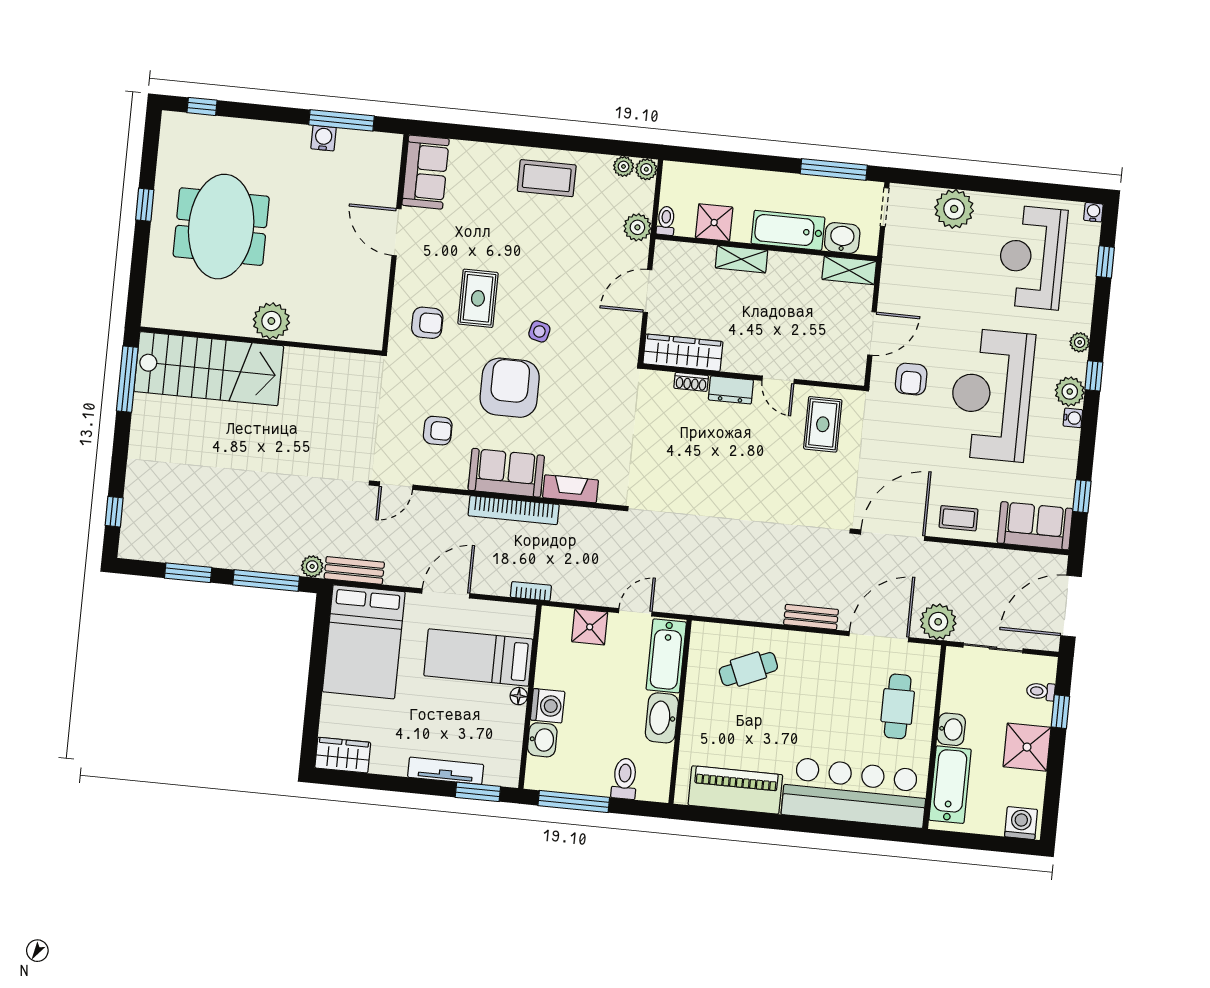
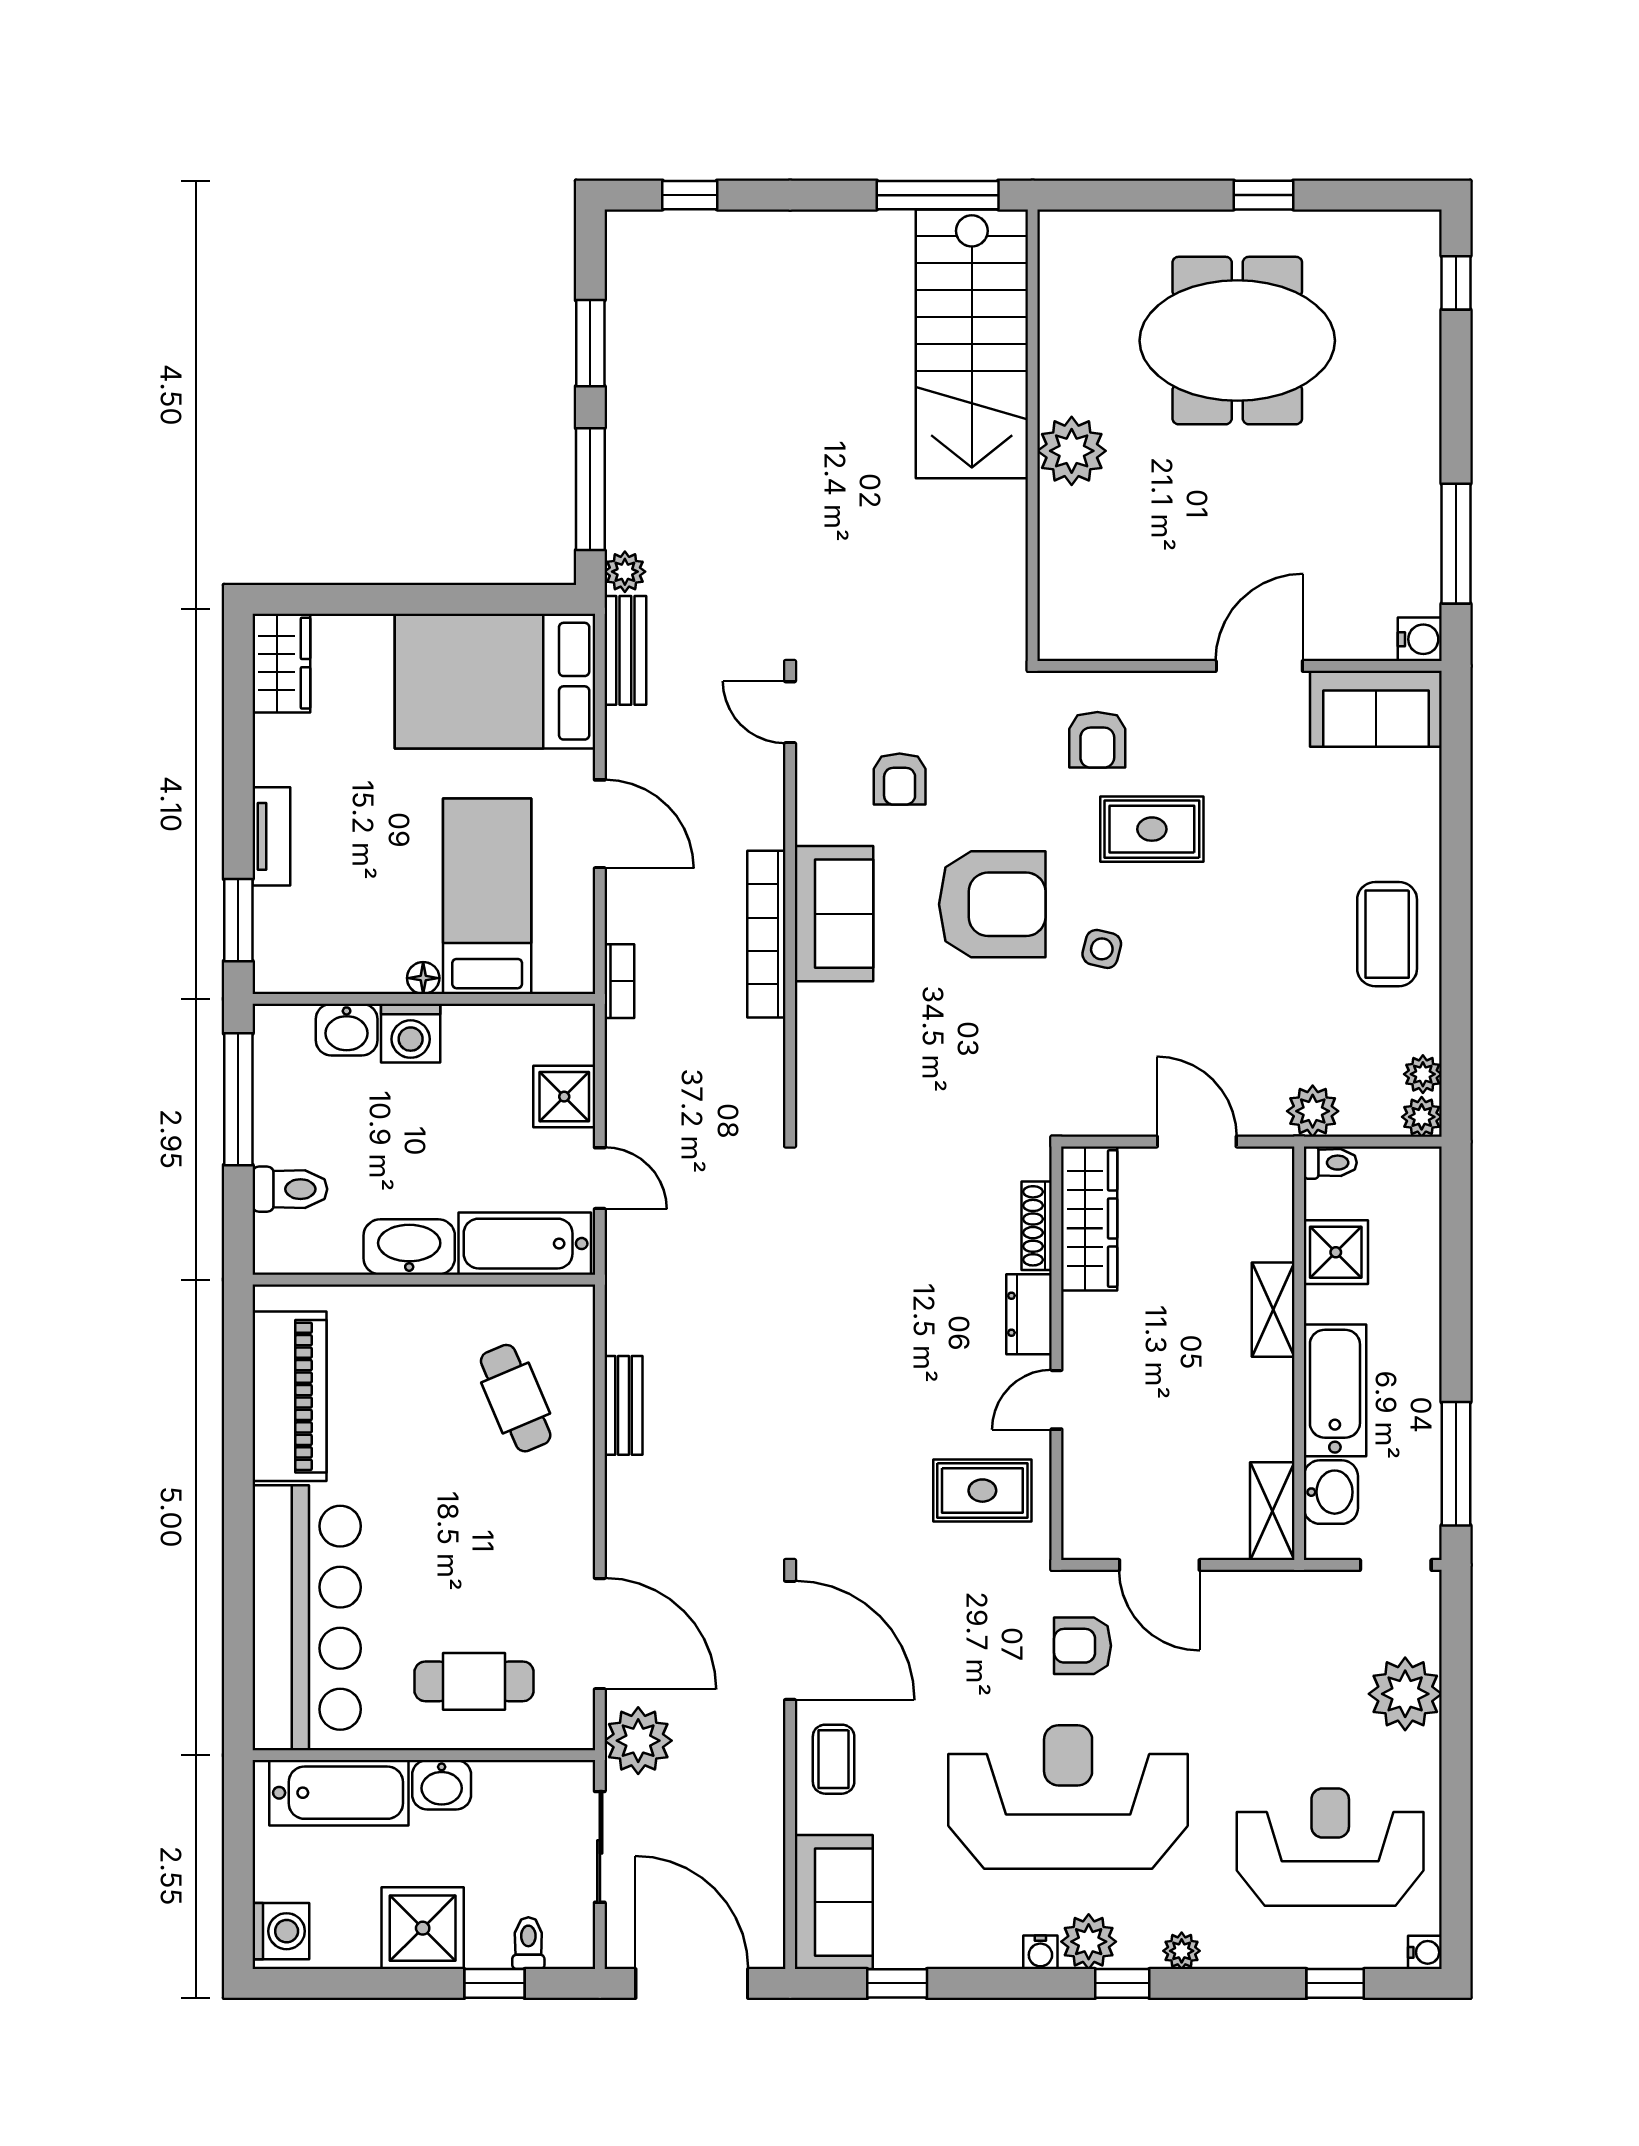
water cooler: (324, 138) -> (1420, 639), moved
shoe rack: (691, 382) -> (1037, 1226), width x1.43
fireplace: (571, 489) -> (816, 1036), removed
bench: (811, 617) -> (624, 1405), moved
tv unit: (446, 771) -> (271, 836), width x0.71

